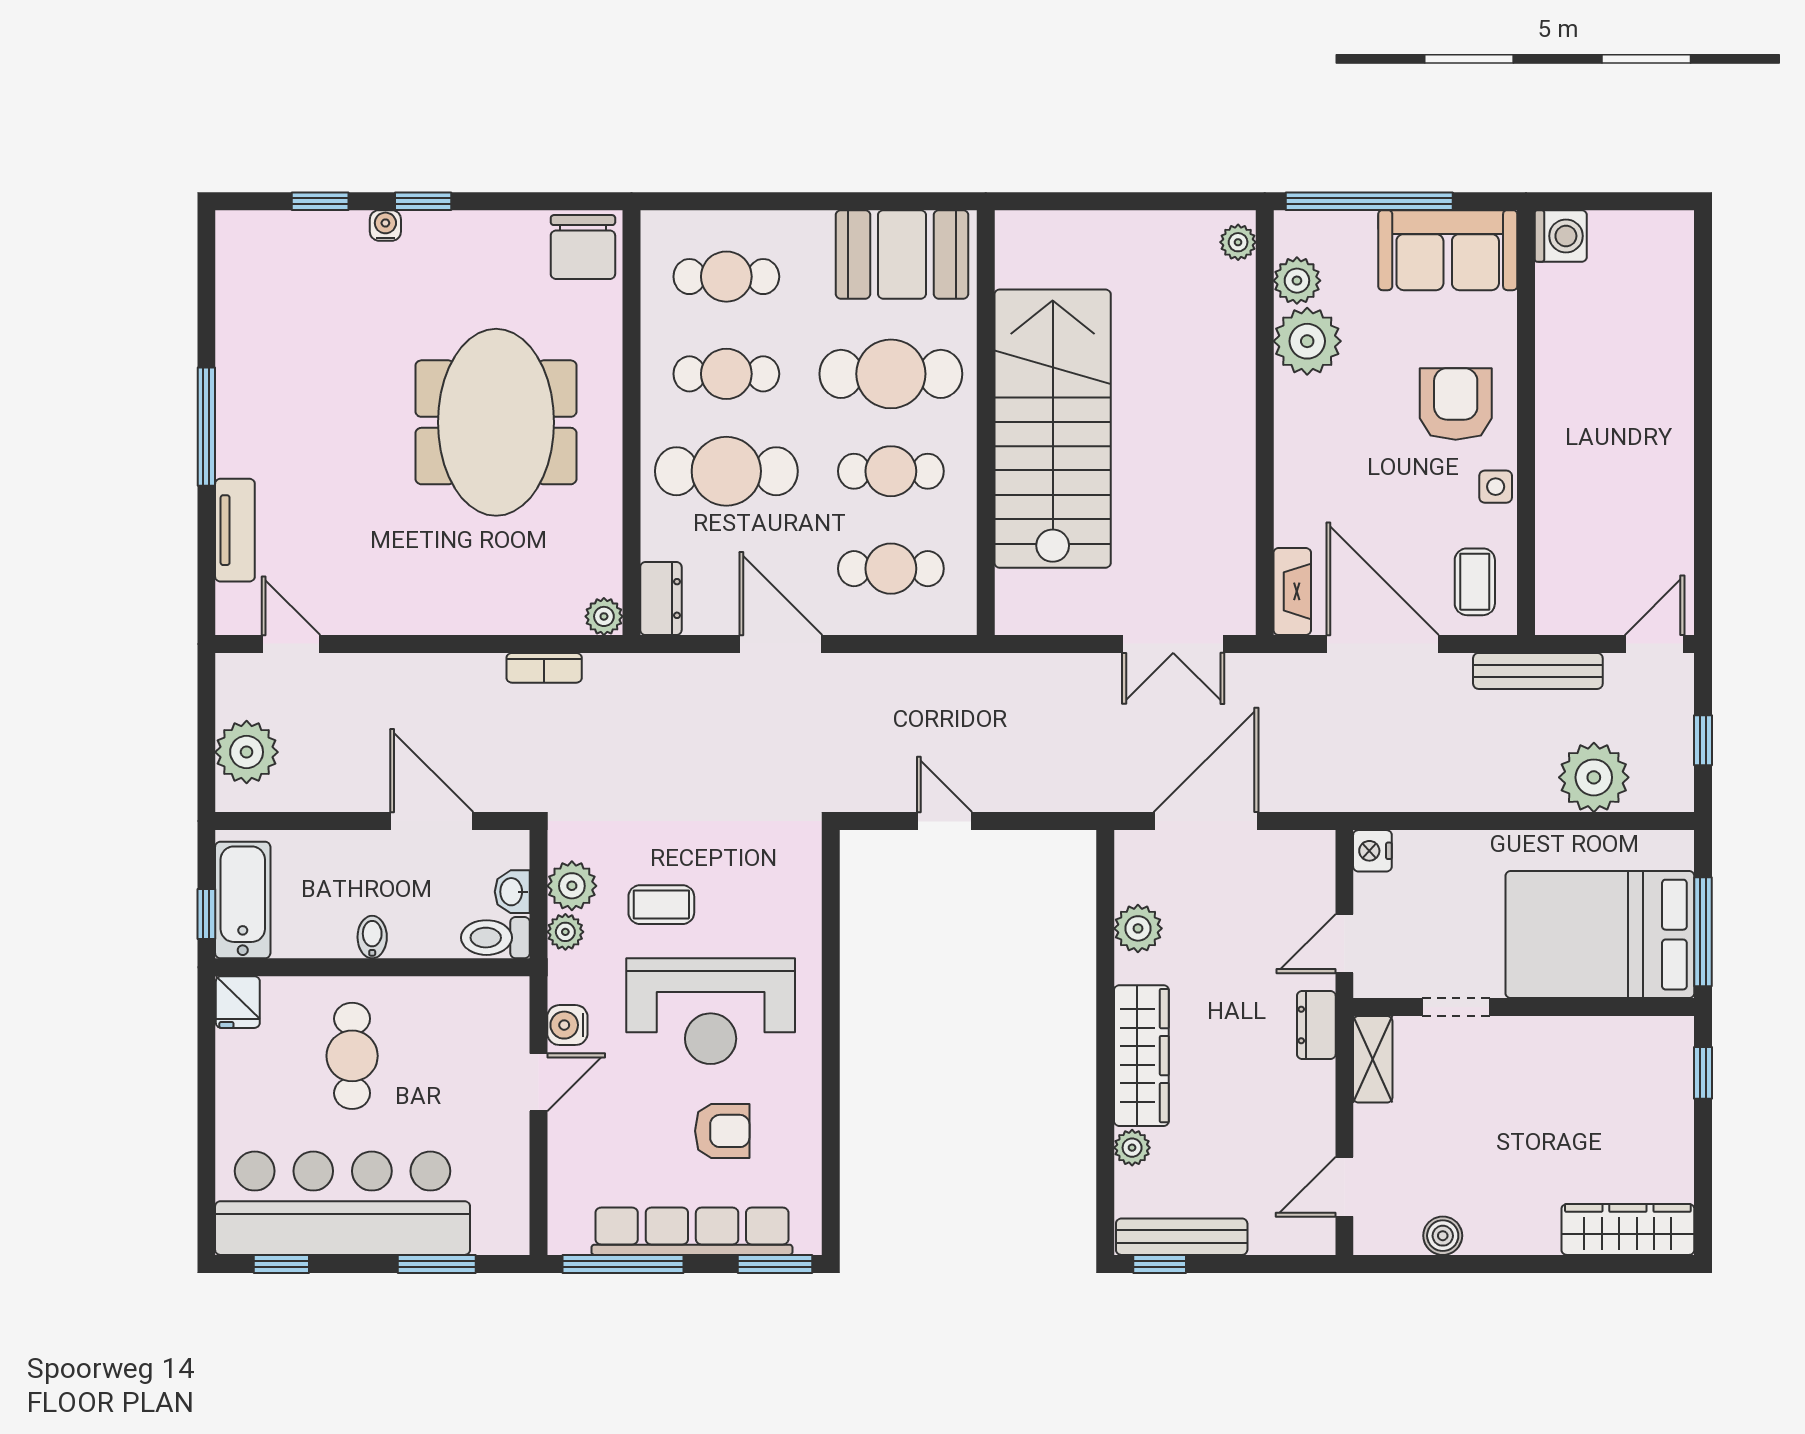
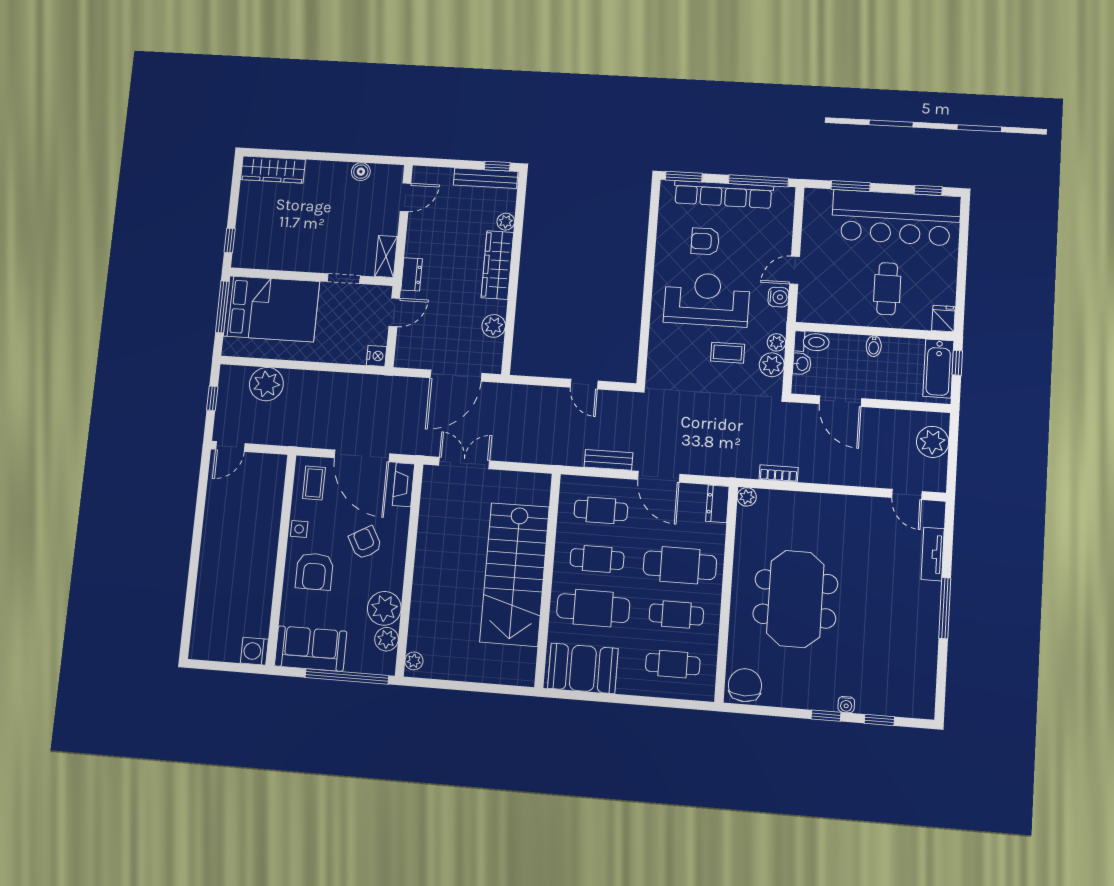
armchair: (1358, 469) -> (365, 543), added
bench: (1538, 671) -> (609, 460), moved, width x0.73

